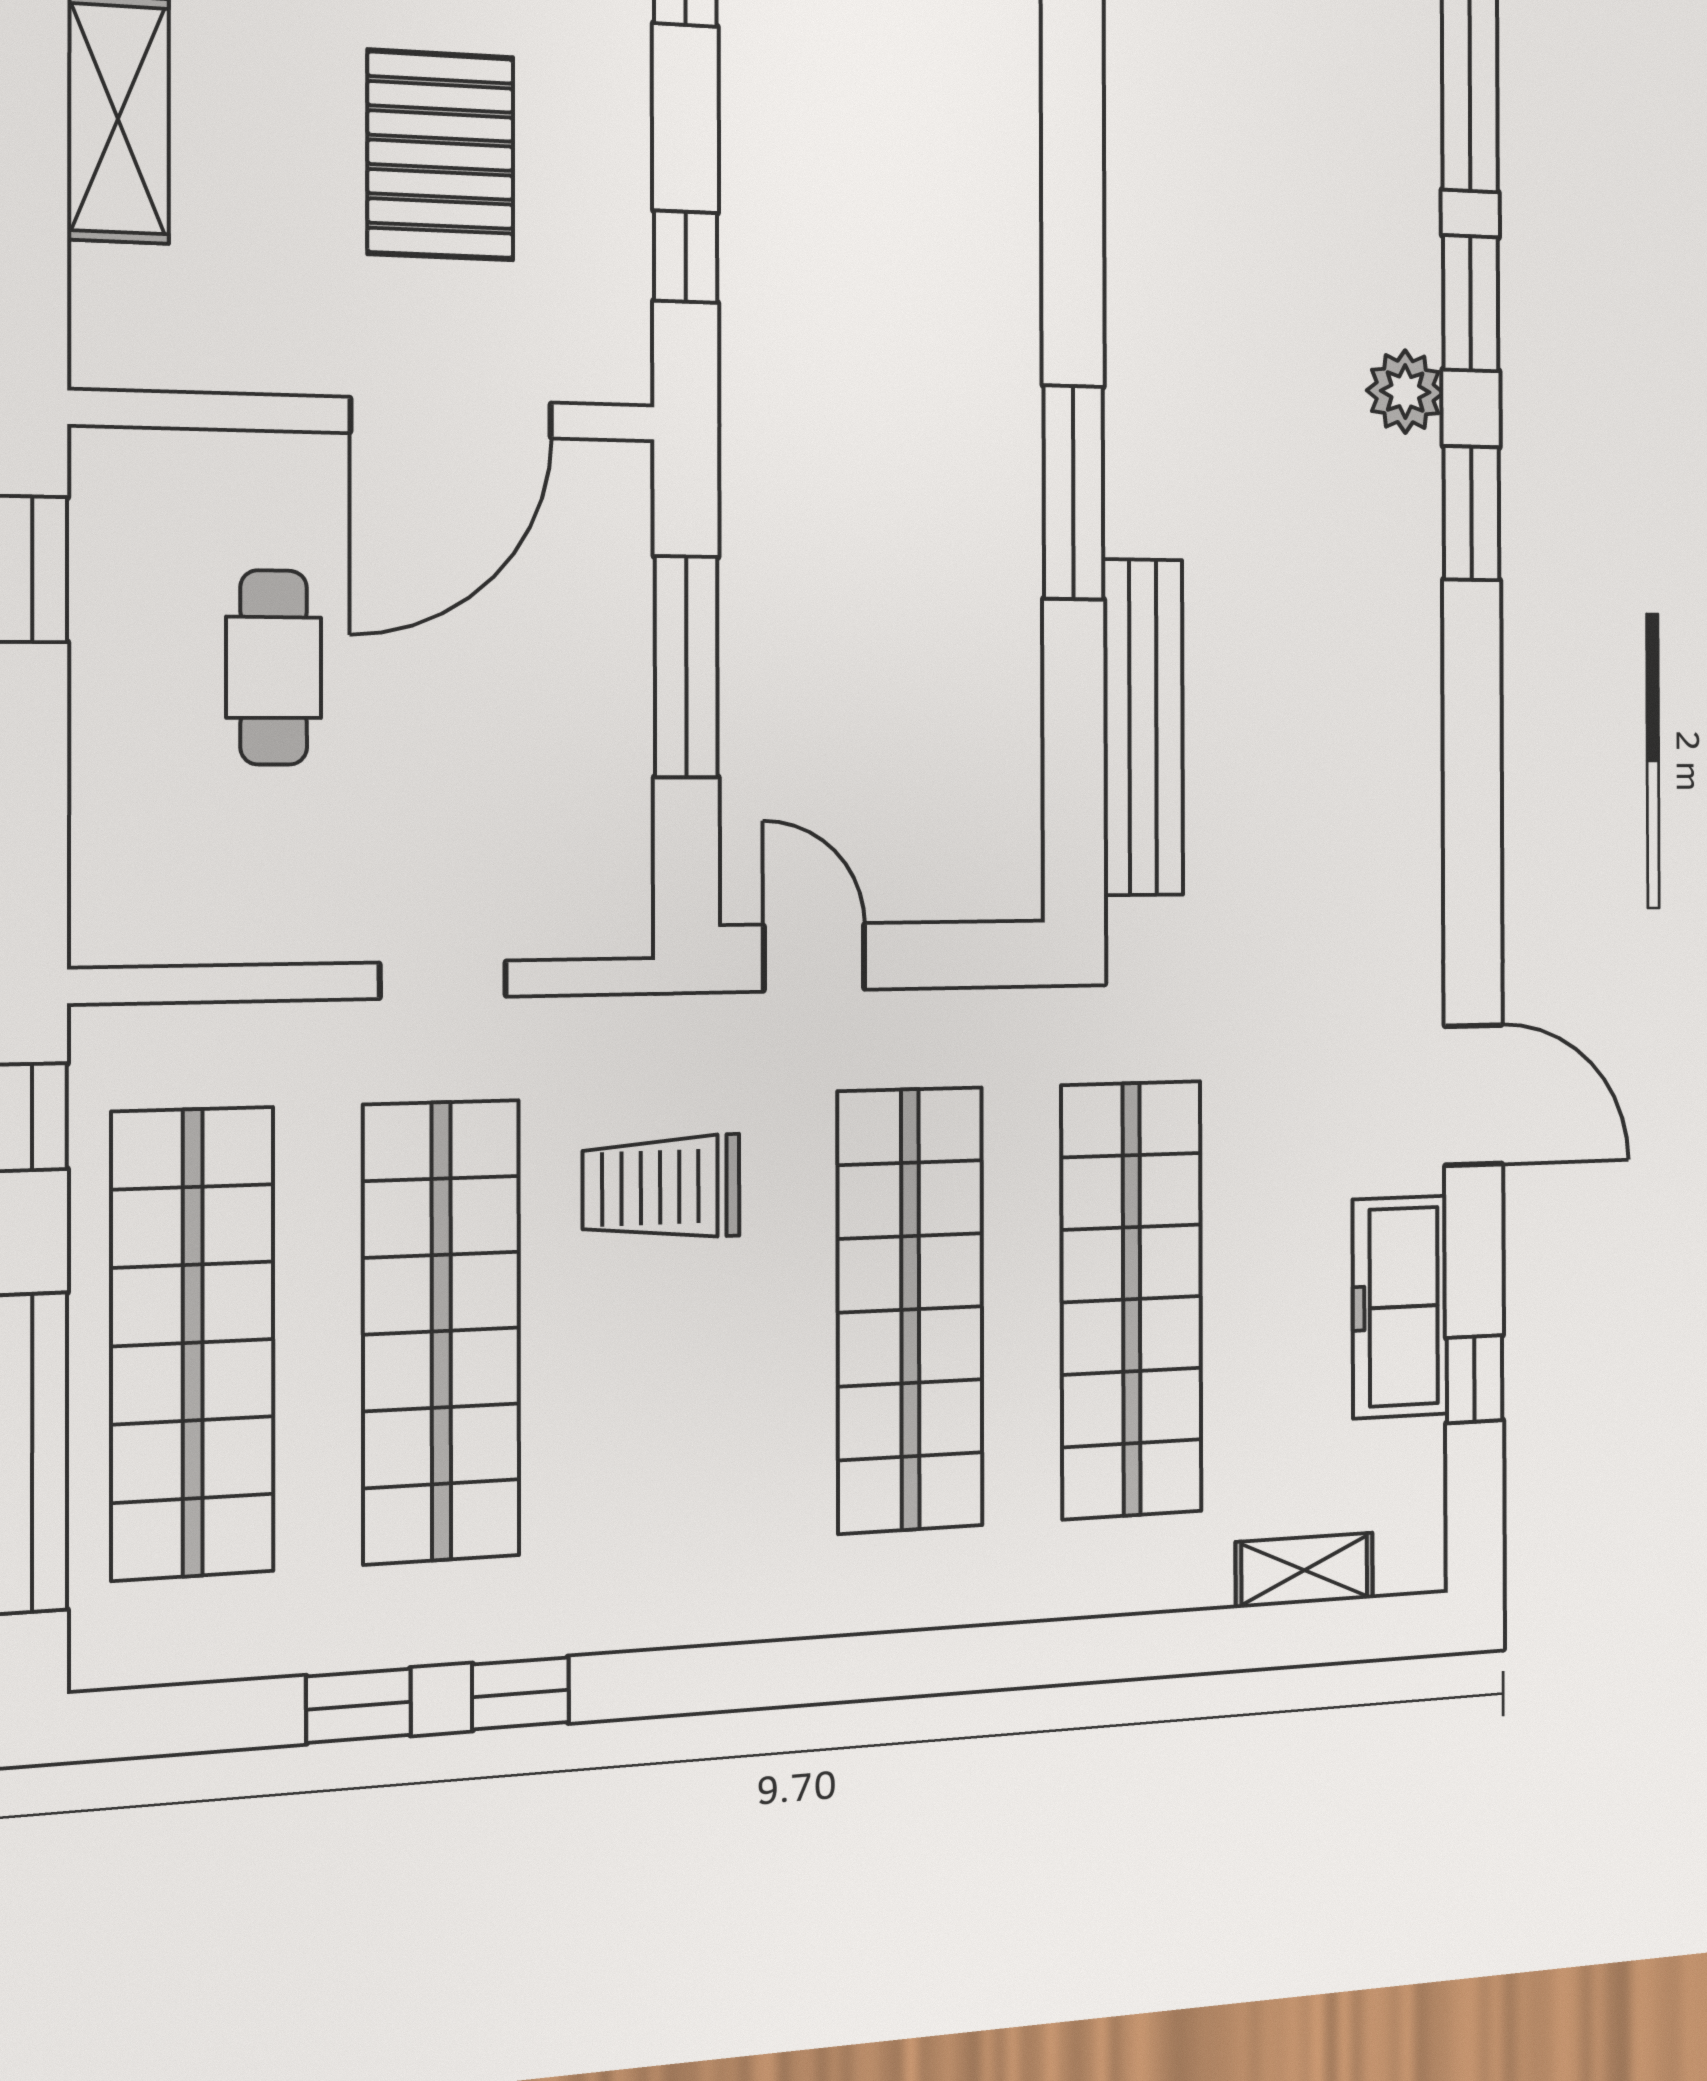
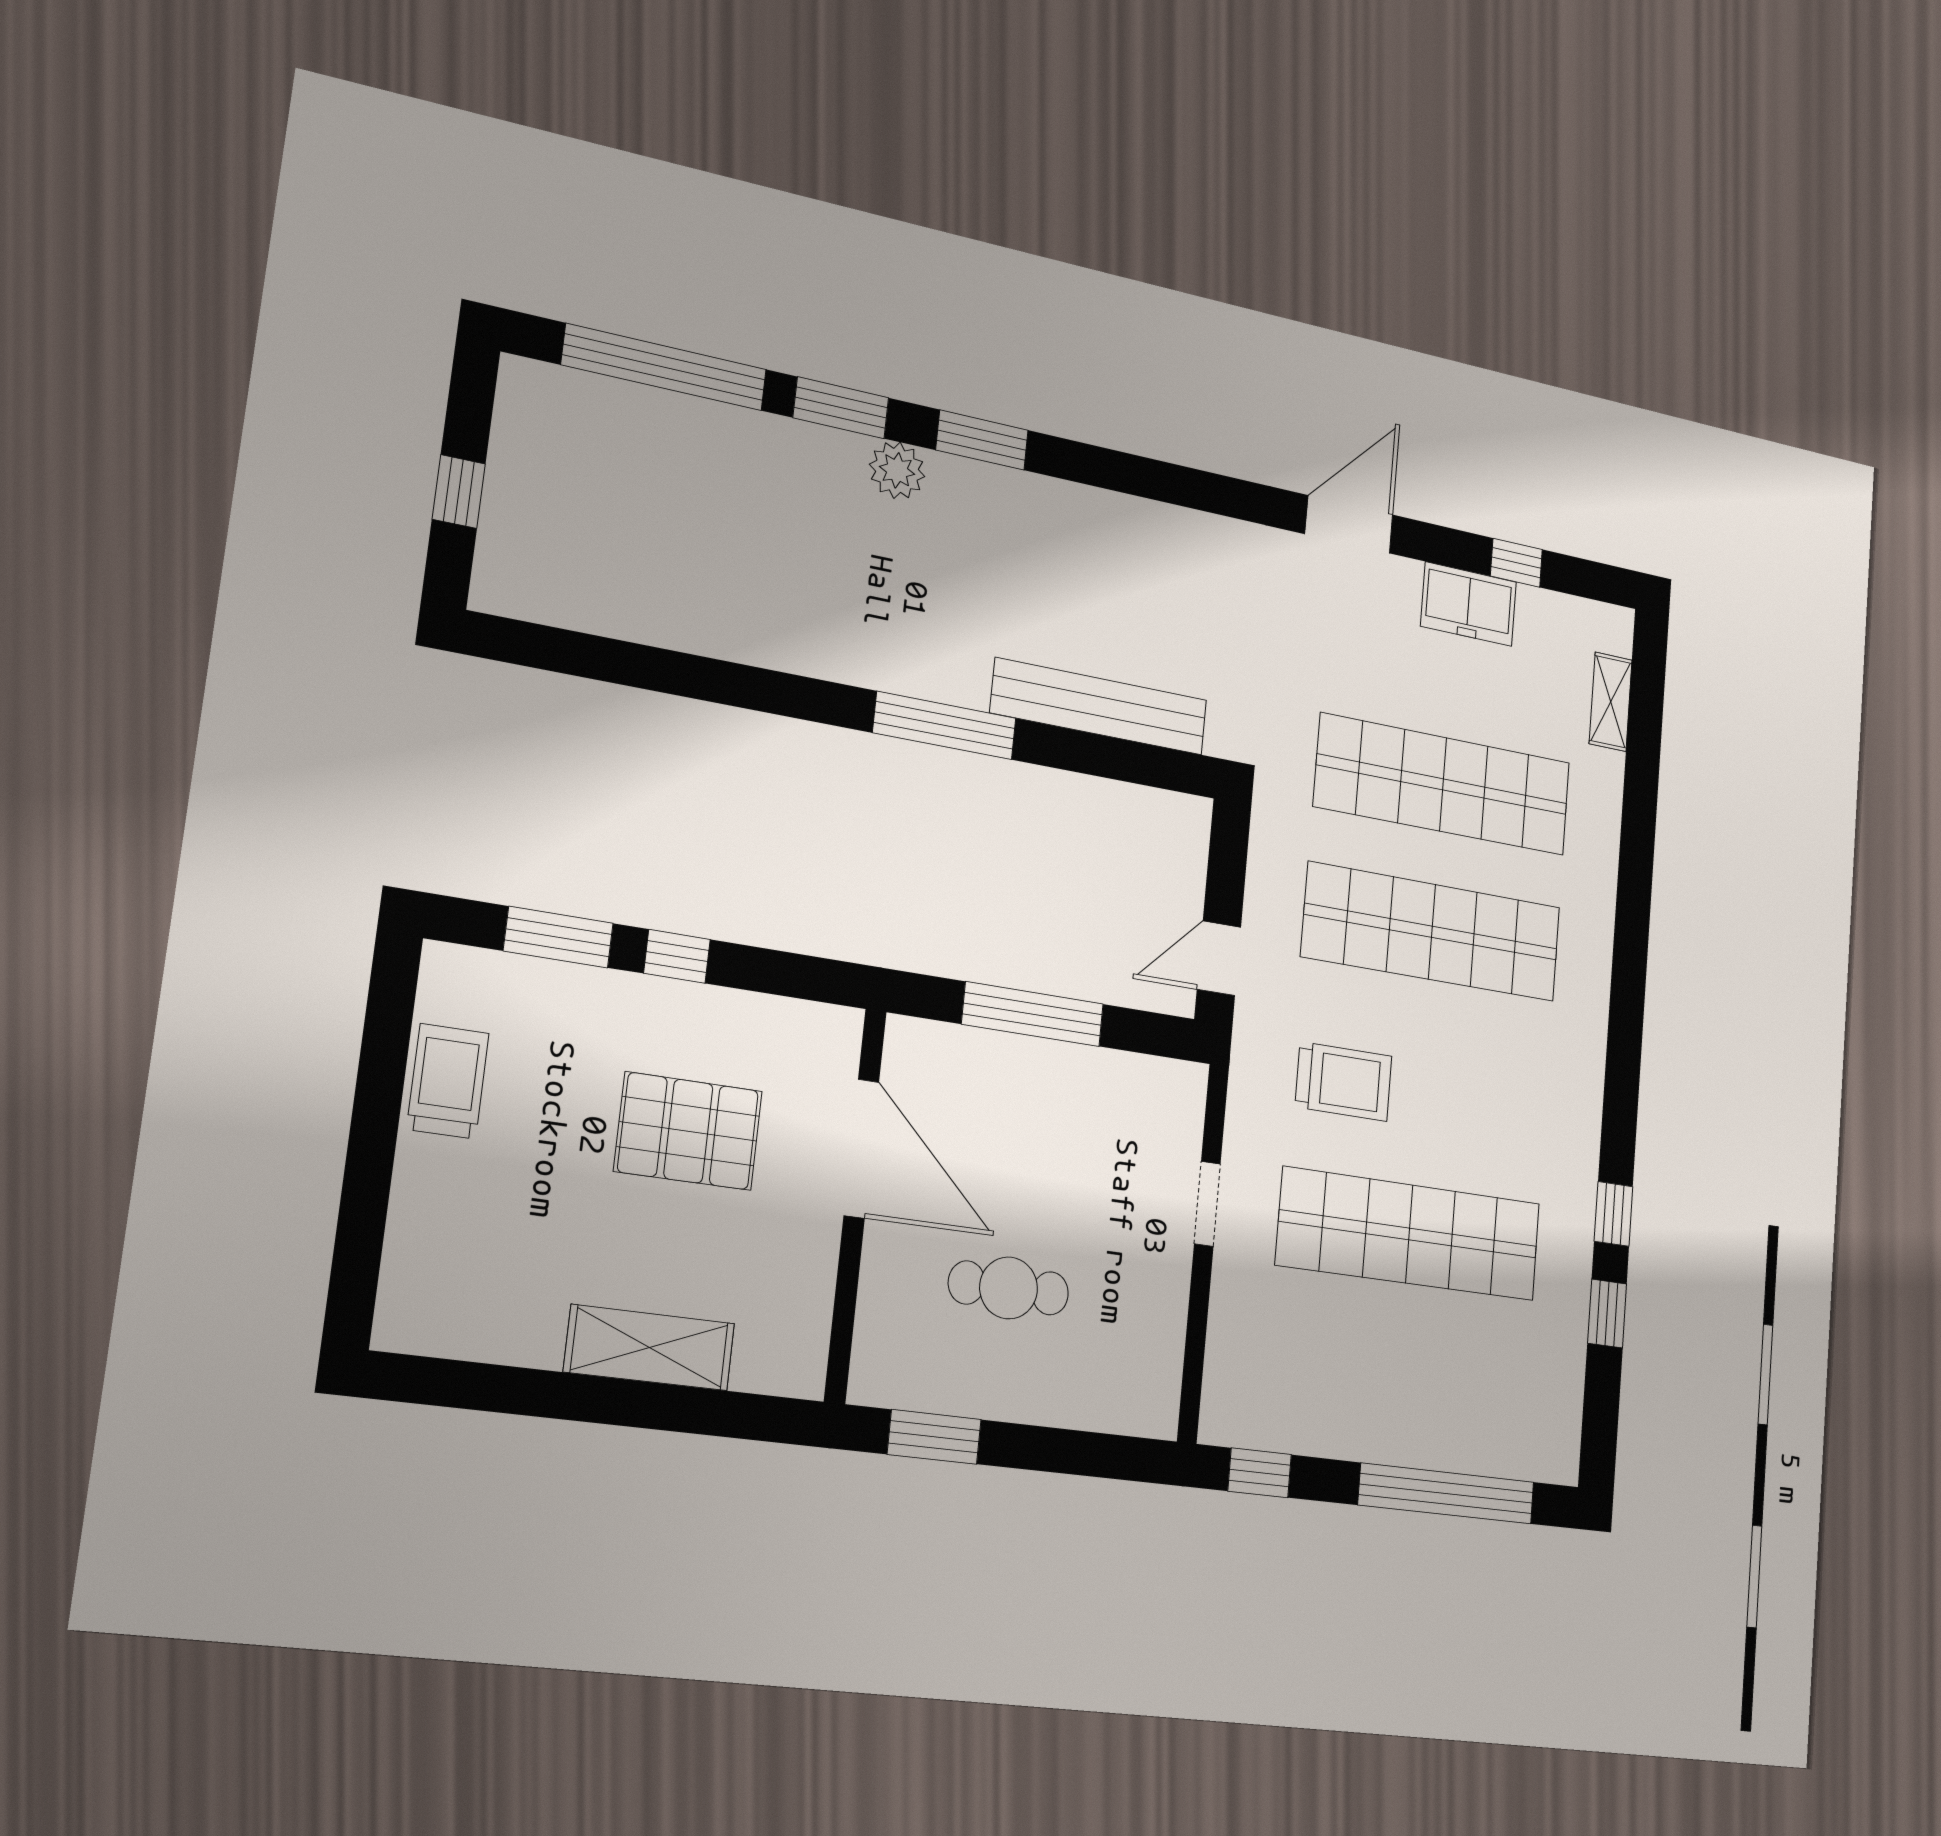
window: (686, 257) -> (677, 956), moved
trolley: (661, 1187) -> (1344, 1081), turned -90
freezer: (1400, 1307) -> (1469, 604), width x0.71
shop shelf: (193, 1342) -> (1398, 1389), removed

